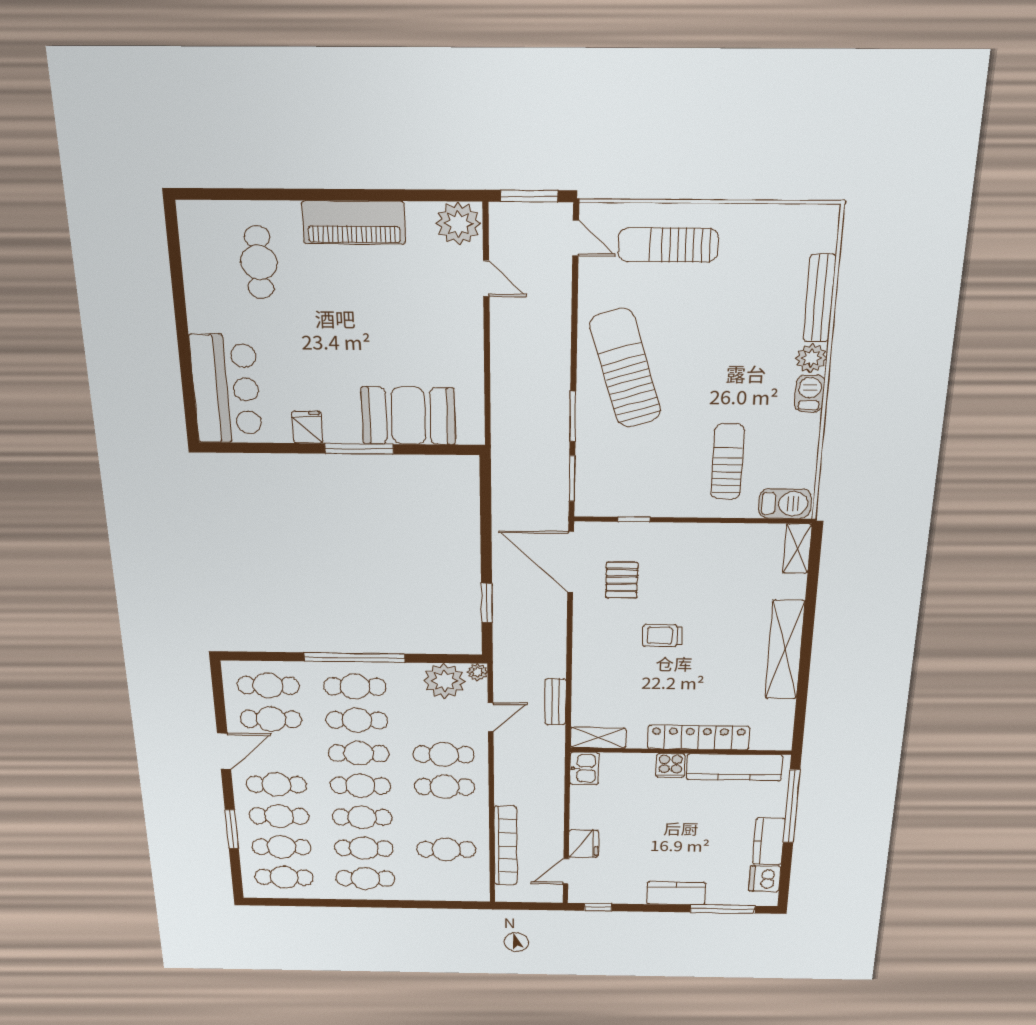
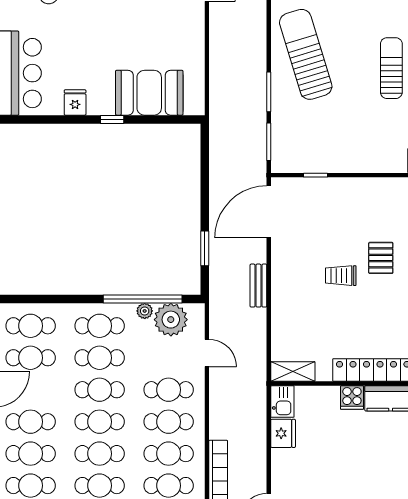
window: (359, 449) -> (112, 119), width x0.46
sun lounger: (728, 462) -> (391, 68), moved
door: (571, 562) -> (269, 212), hinge flipped
pallet: (622, 580) -> (381, 258), moved
window: (355, 657) -> (143, 299), moved
plant: (477, 672) -> (145, 311), moved
bench: (555, 702) -> (258, 286), moved
door: (491, 717) -> (207, 353), hinge flipped
cafe table: (445, 818) -> (169, 454), added
fridge: (583, 844) -> (283, 433), moved

